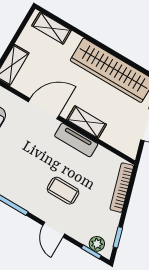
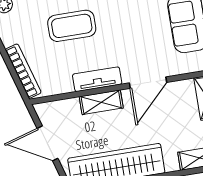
coffee table: (63, 191) -> (72, 26), width x1.36, depth x1.30

